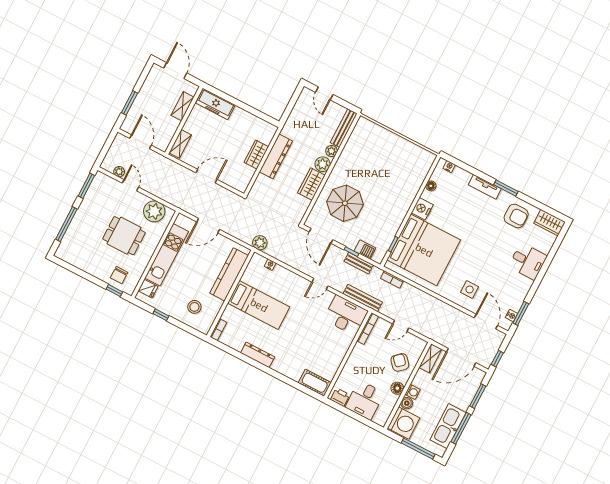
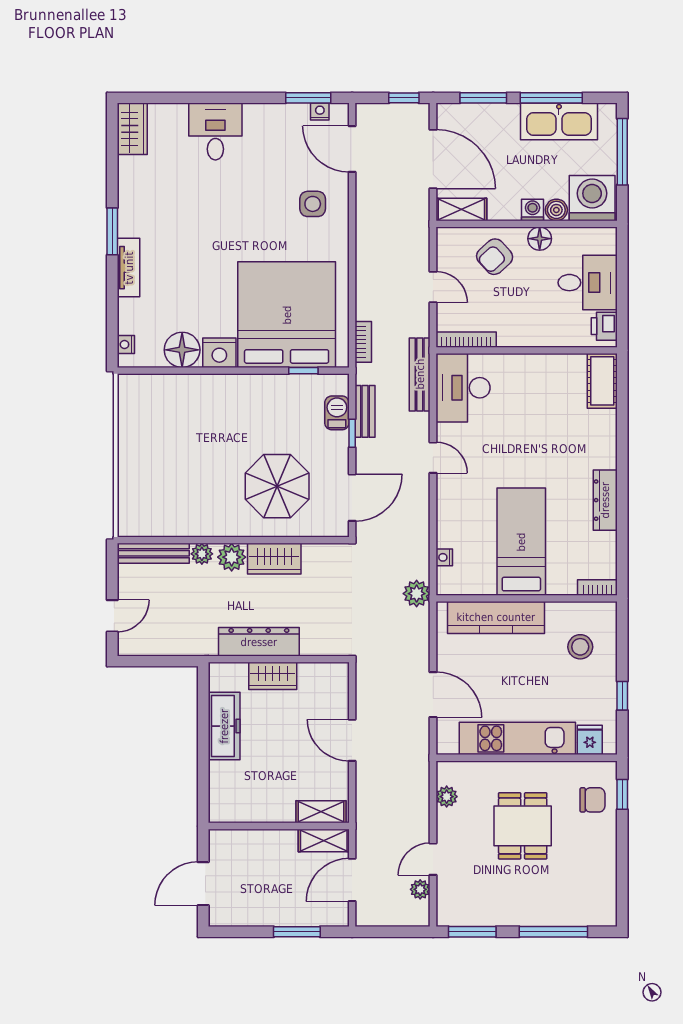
freezer: (215, 104) -> (224, 726), moved
shelving: (183, 106) -> (324, 840), moved
floor lamp: (431, 186) -> (182, 350), width x1.89, depth x1.89
plant: (154, 211) -> (447, 797), width x0.53, depth x0.53
armchair: (516, 216) -> (150, 190), removed
door: (486, 322) -> (352, 149), hinge flipped

